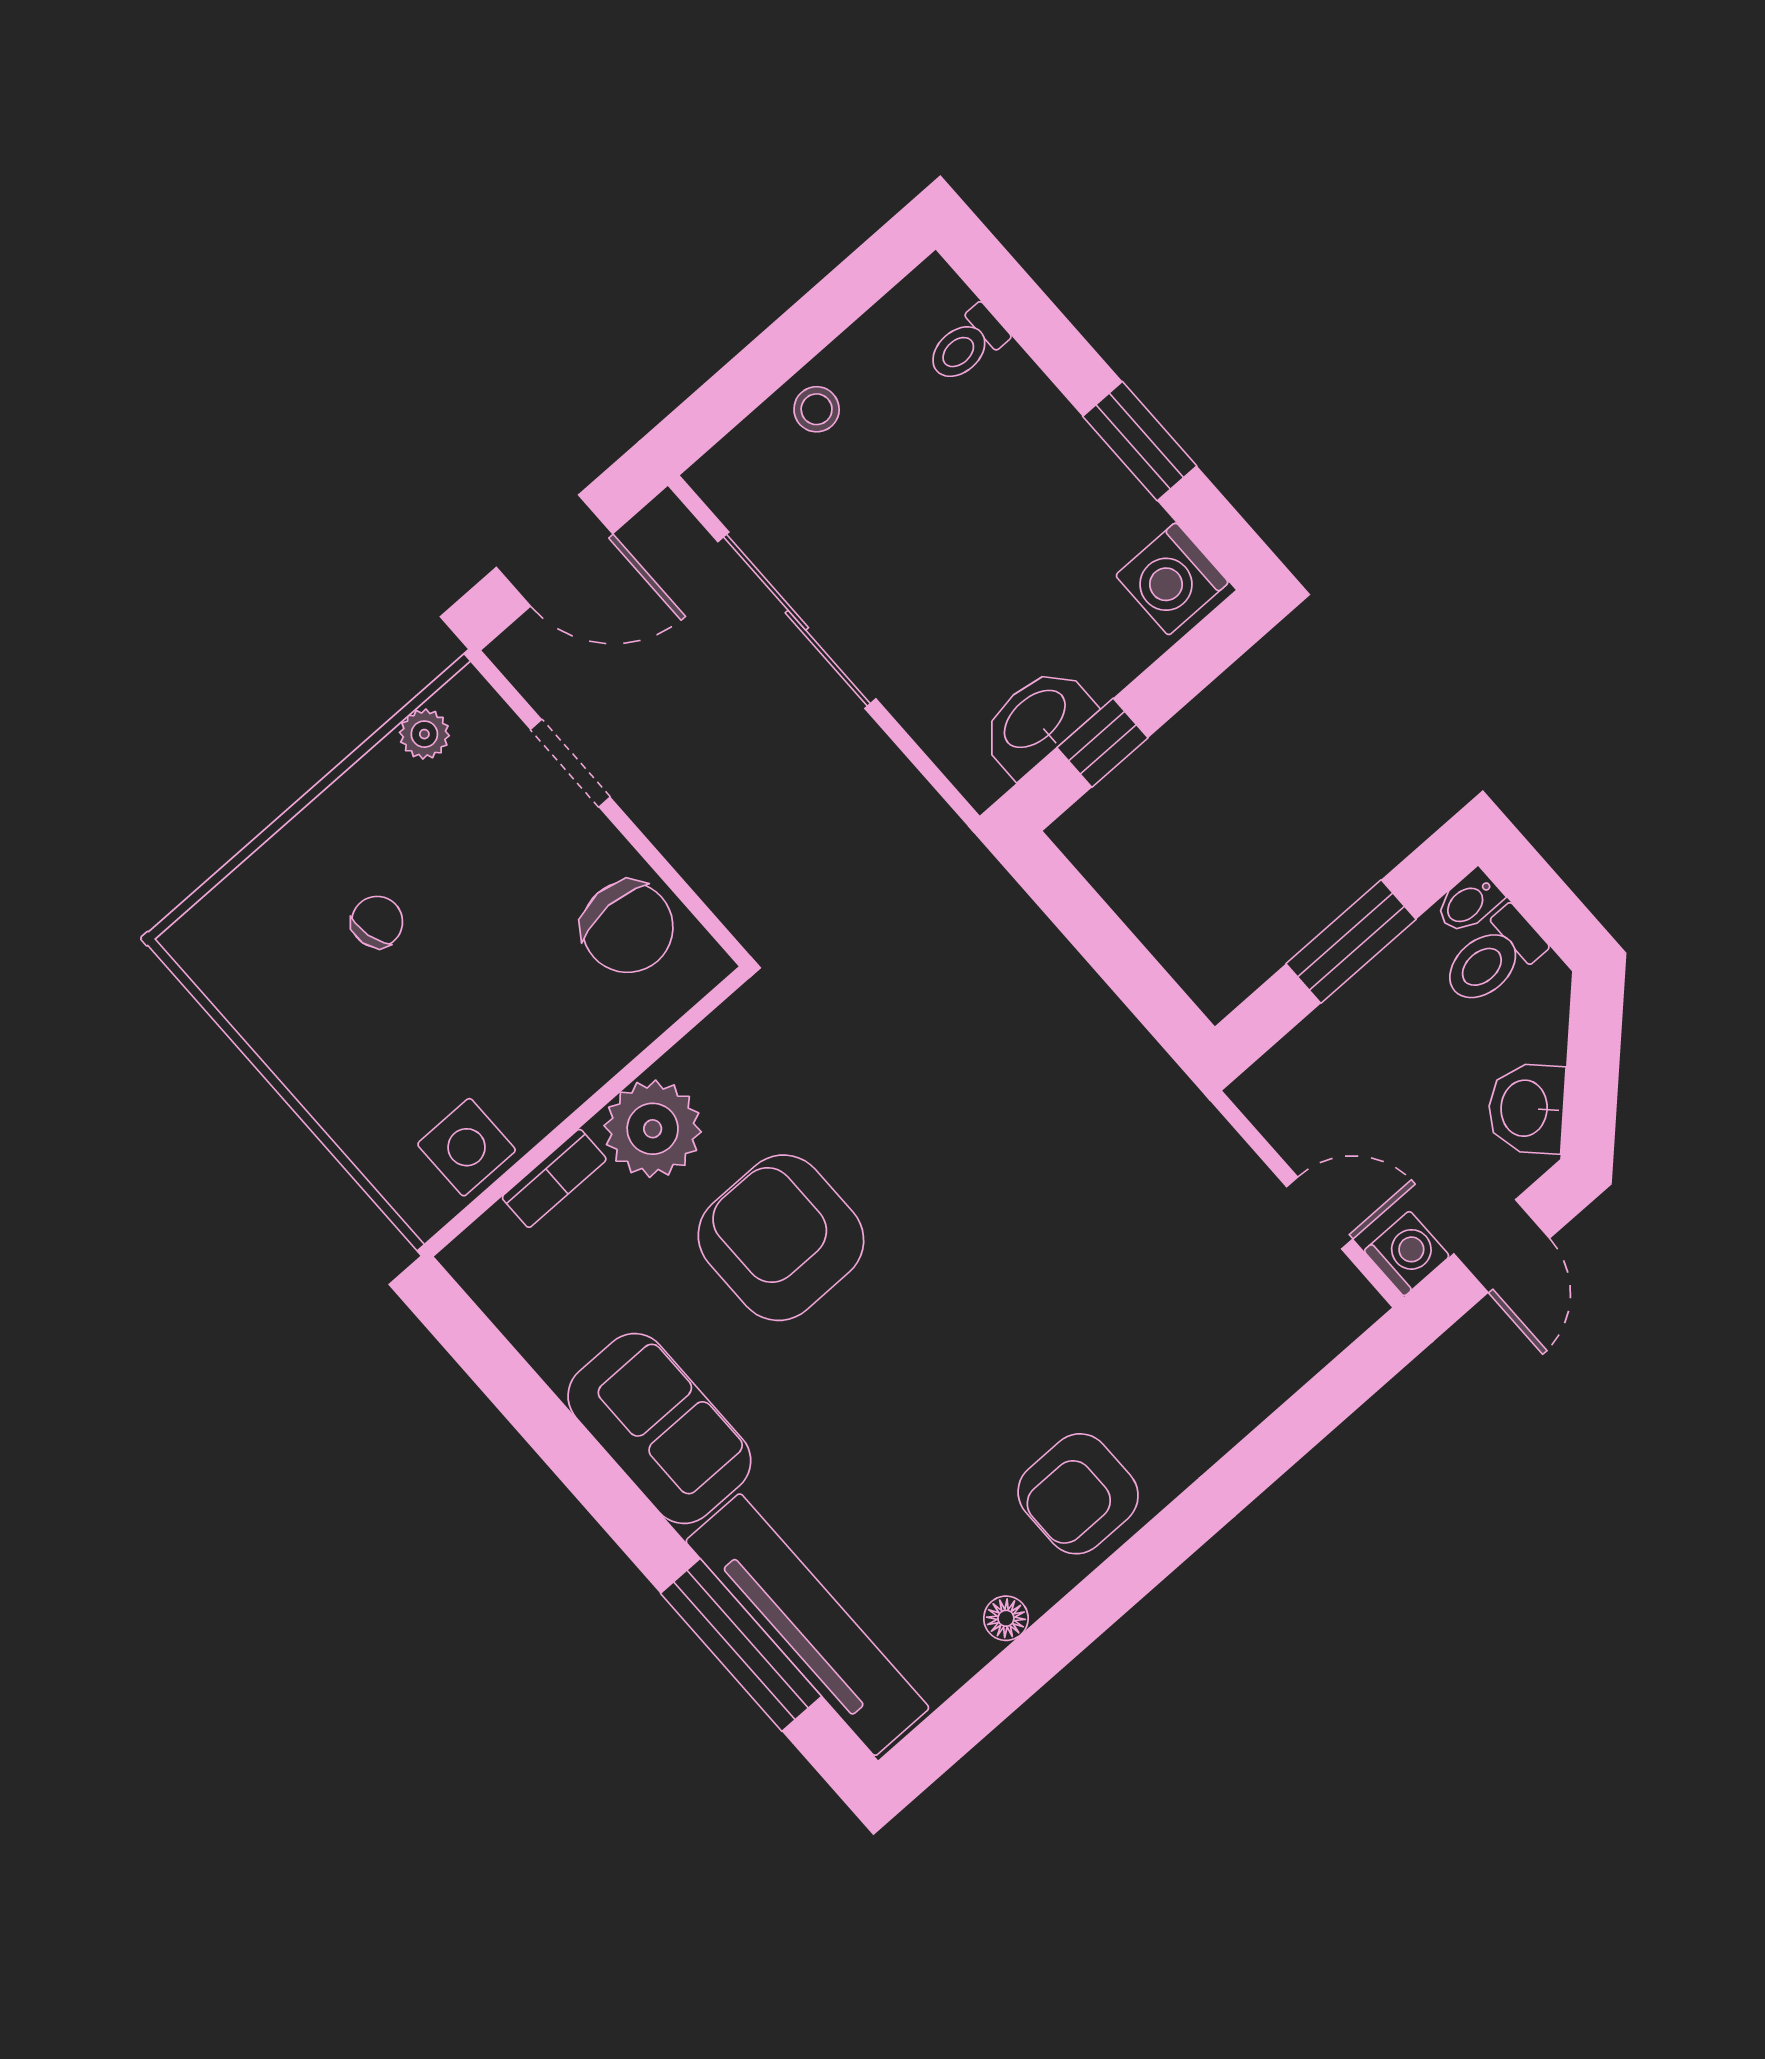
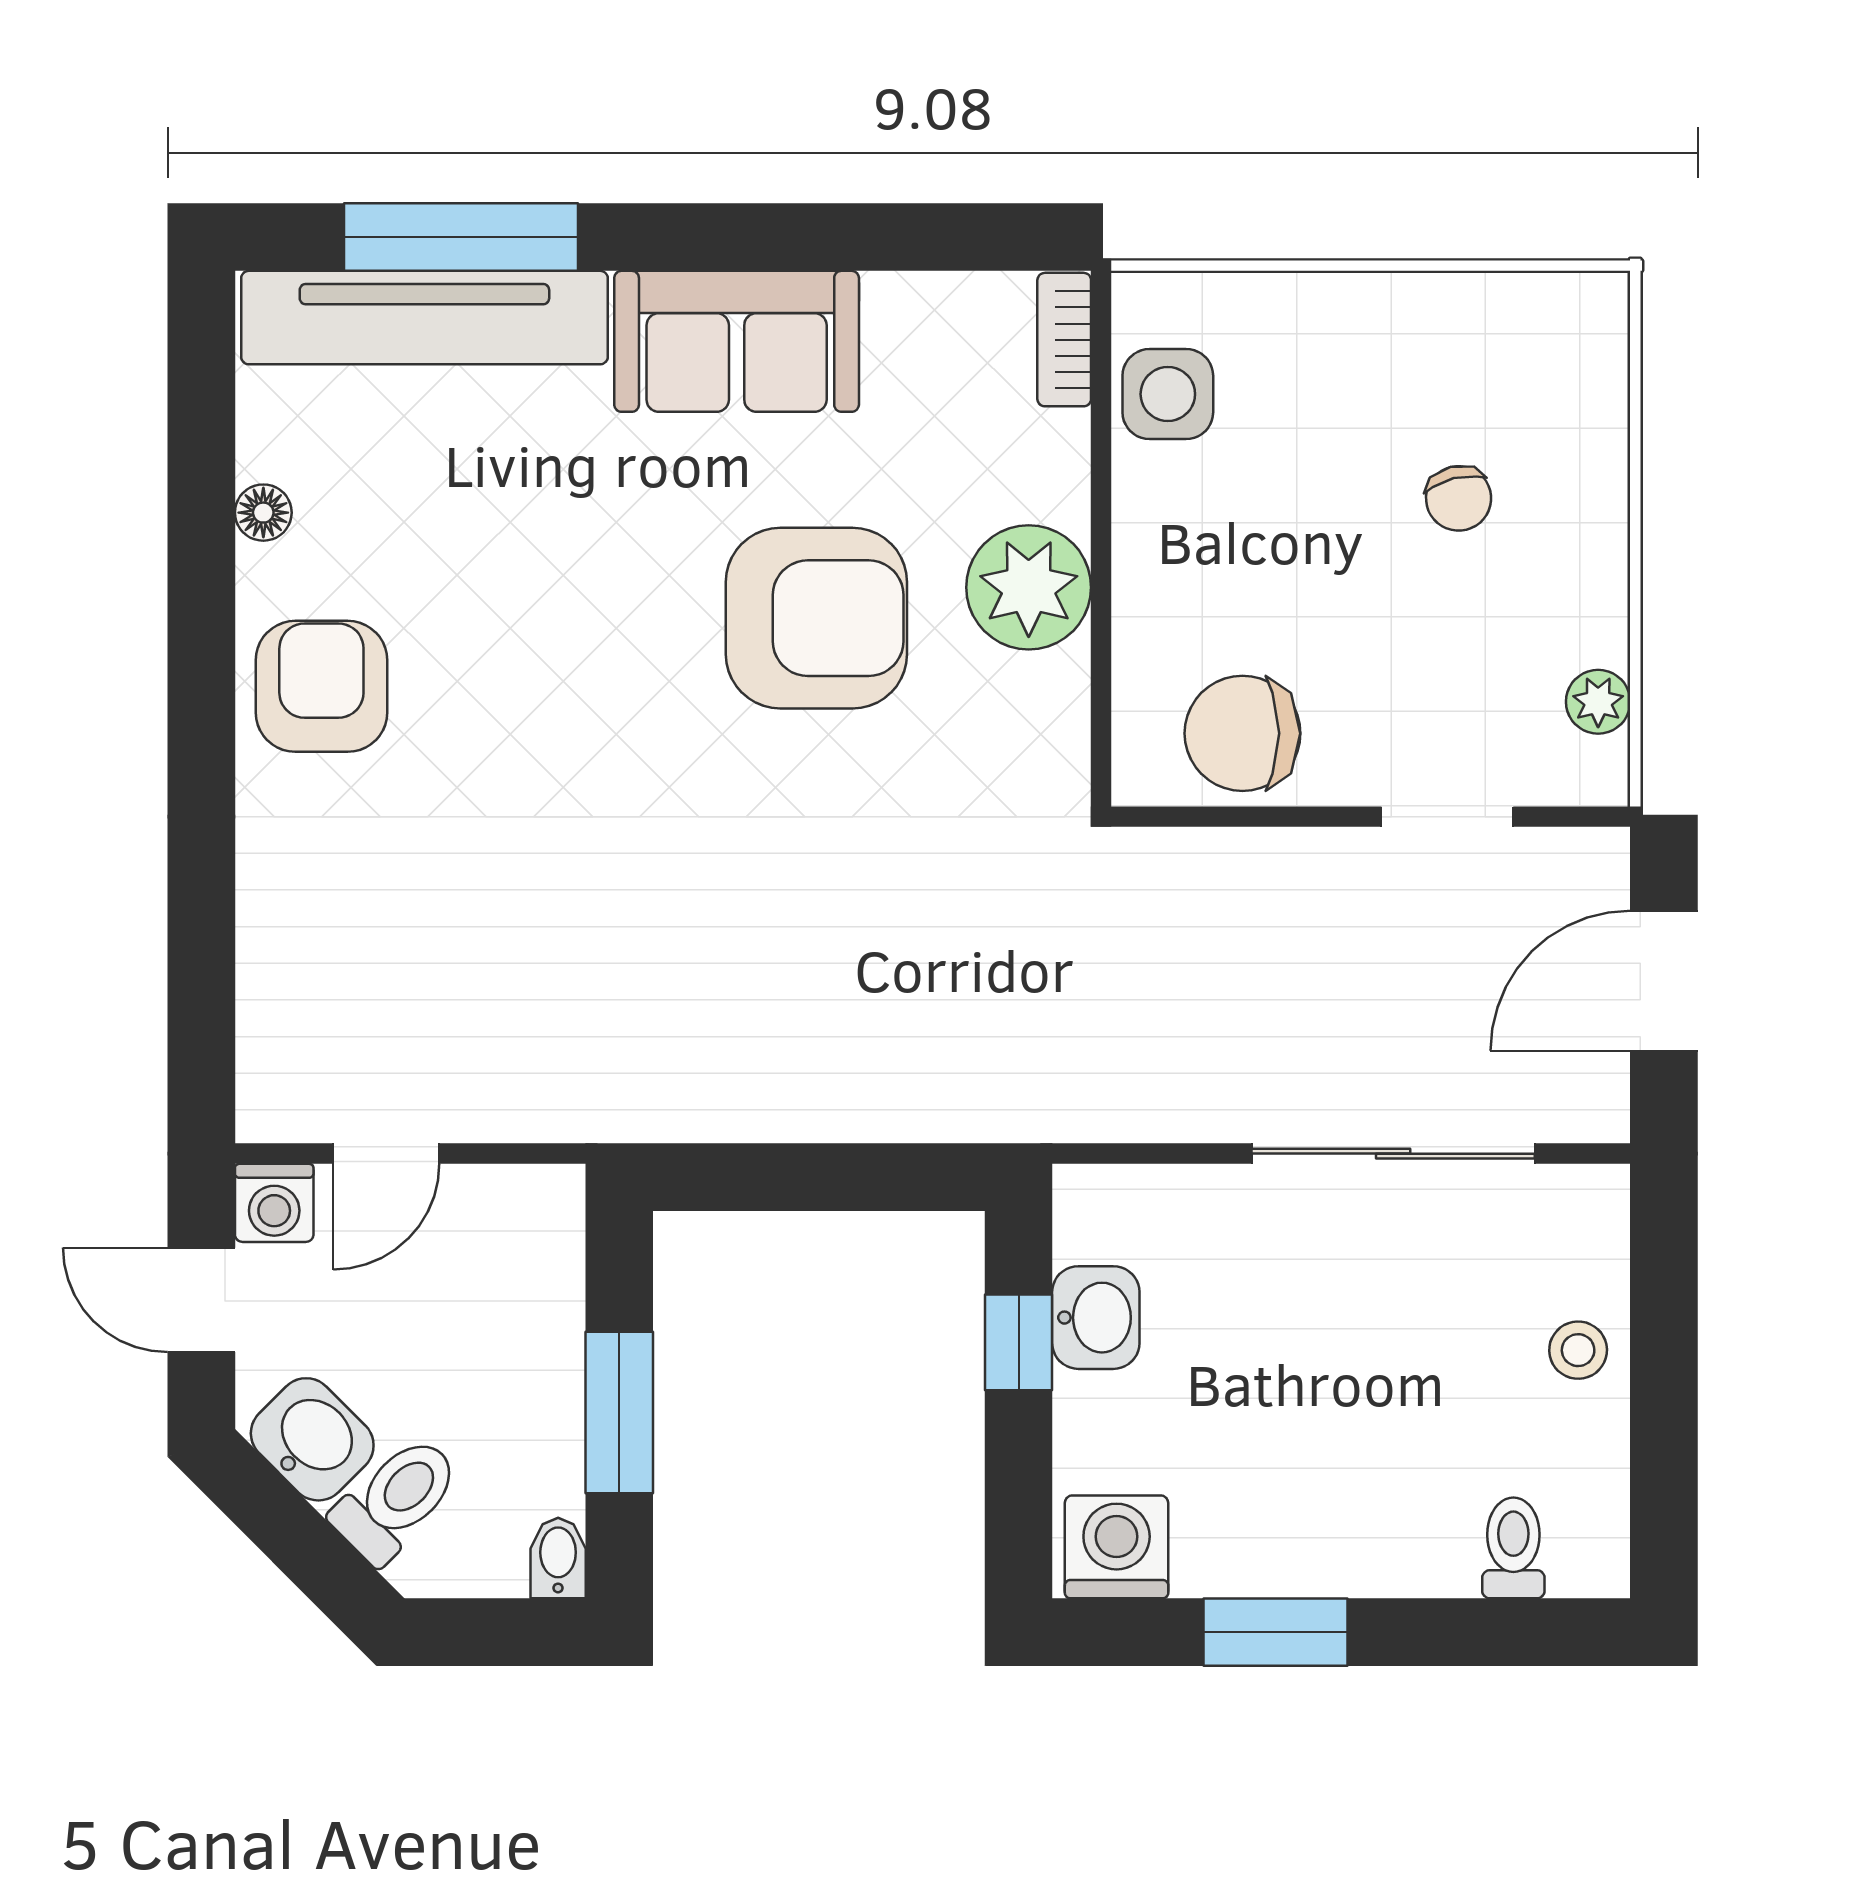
washbasin: (1036, 720) -> (1096, 1318), width x0.72
toilet: (1492, 958) -> (396, 1499), moved, turned 45
bookcase: (554, 1178) -> (1064, 340), moved

